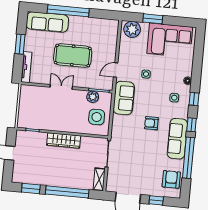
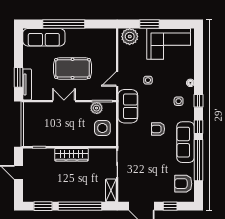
window: (20, 44) -> (19, 77), moved
armchair: (171, 179) -> (183, 184), turned -90

